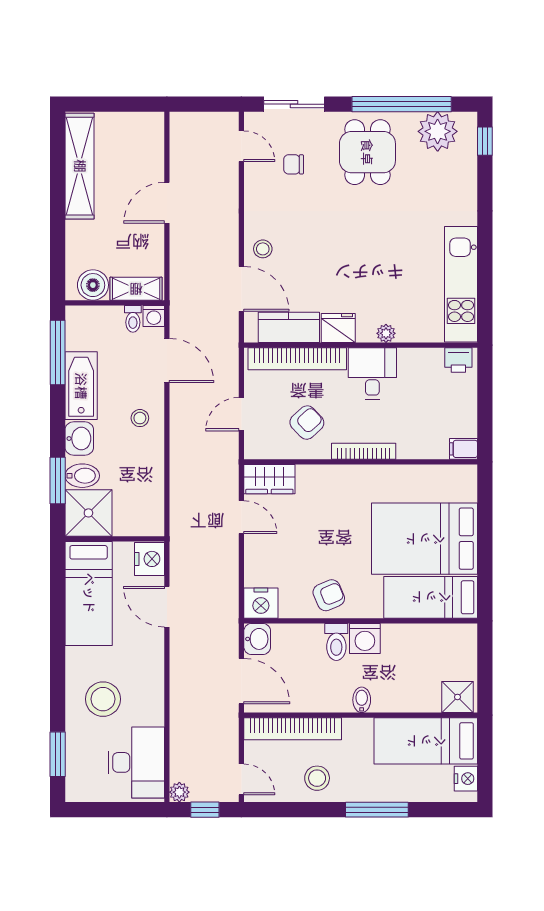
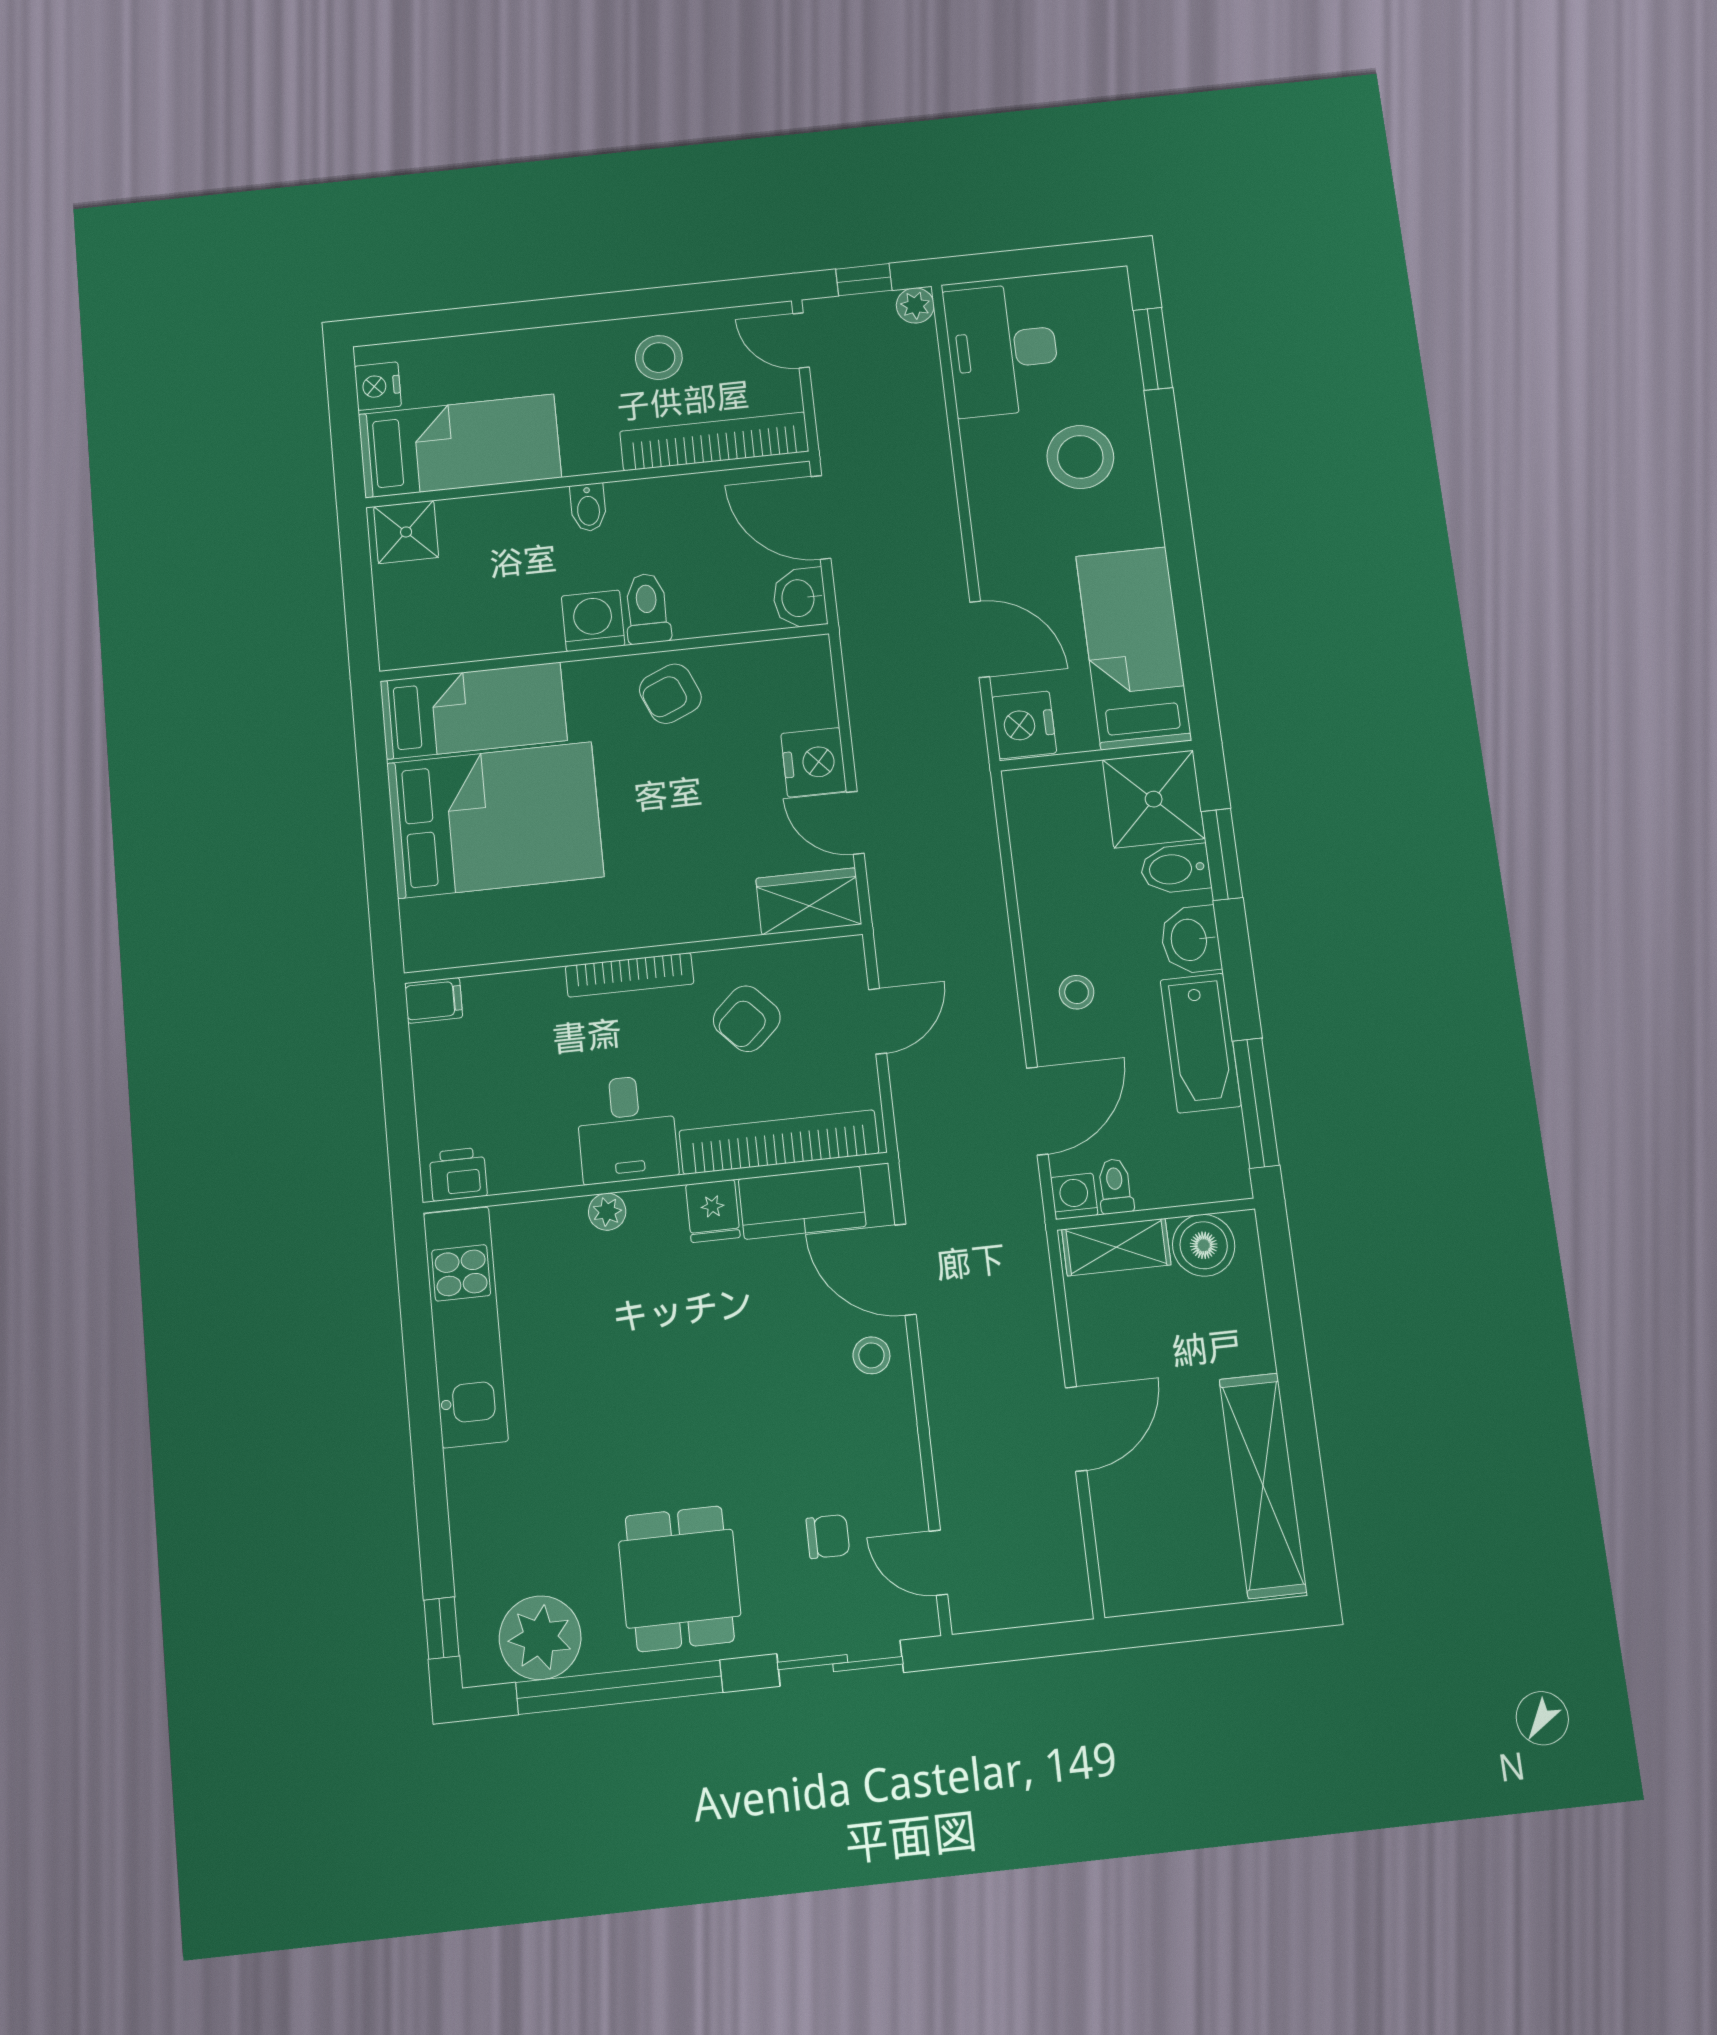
fridge: (338, 328) -> (713, 1211), width x0.72
door: (167, 360) -> (1037, 1111), swing flipped
nightstand: (261, 603) -> (814, 762), moved, turned 90
window: (377, 810) -> (541, 313), removed

